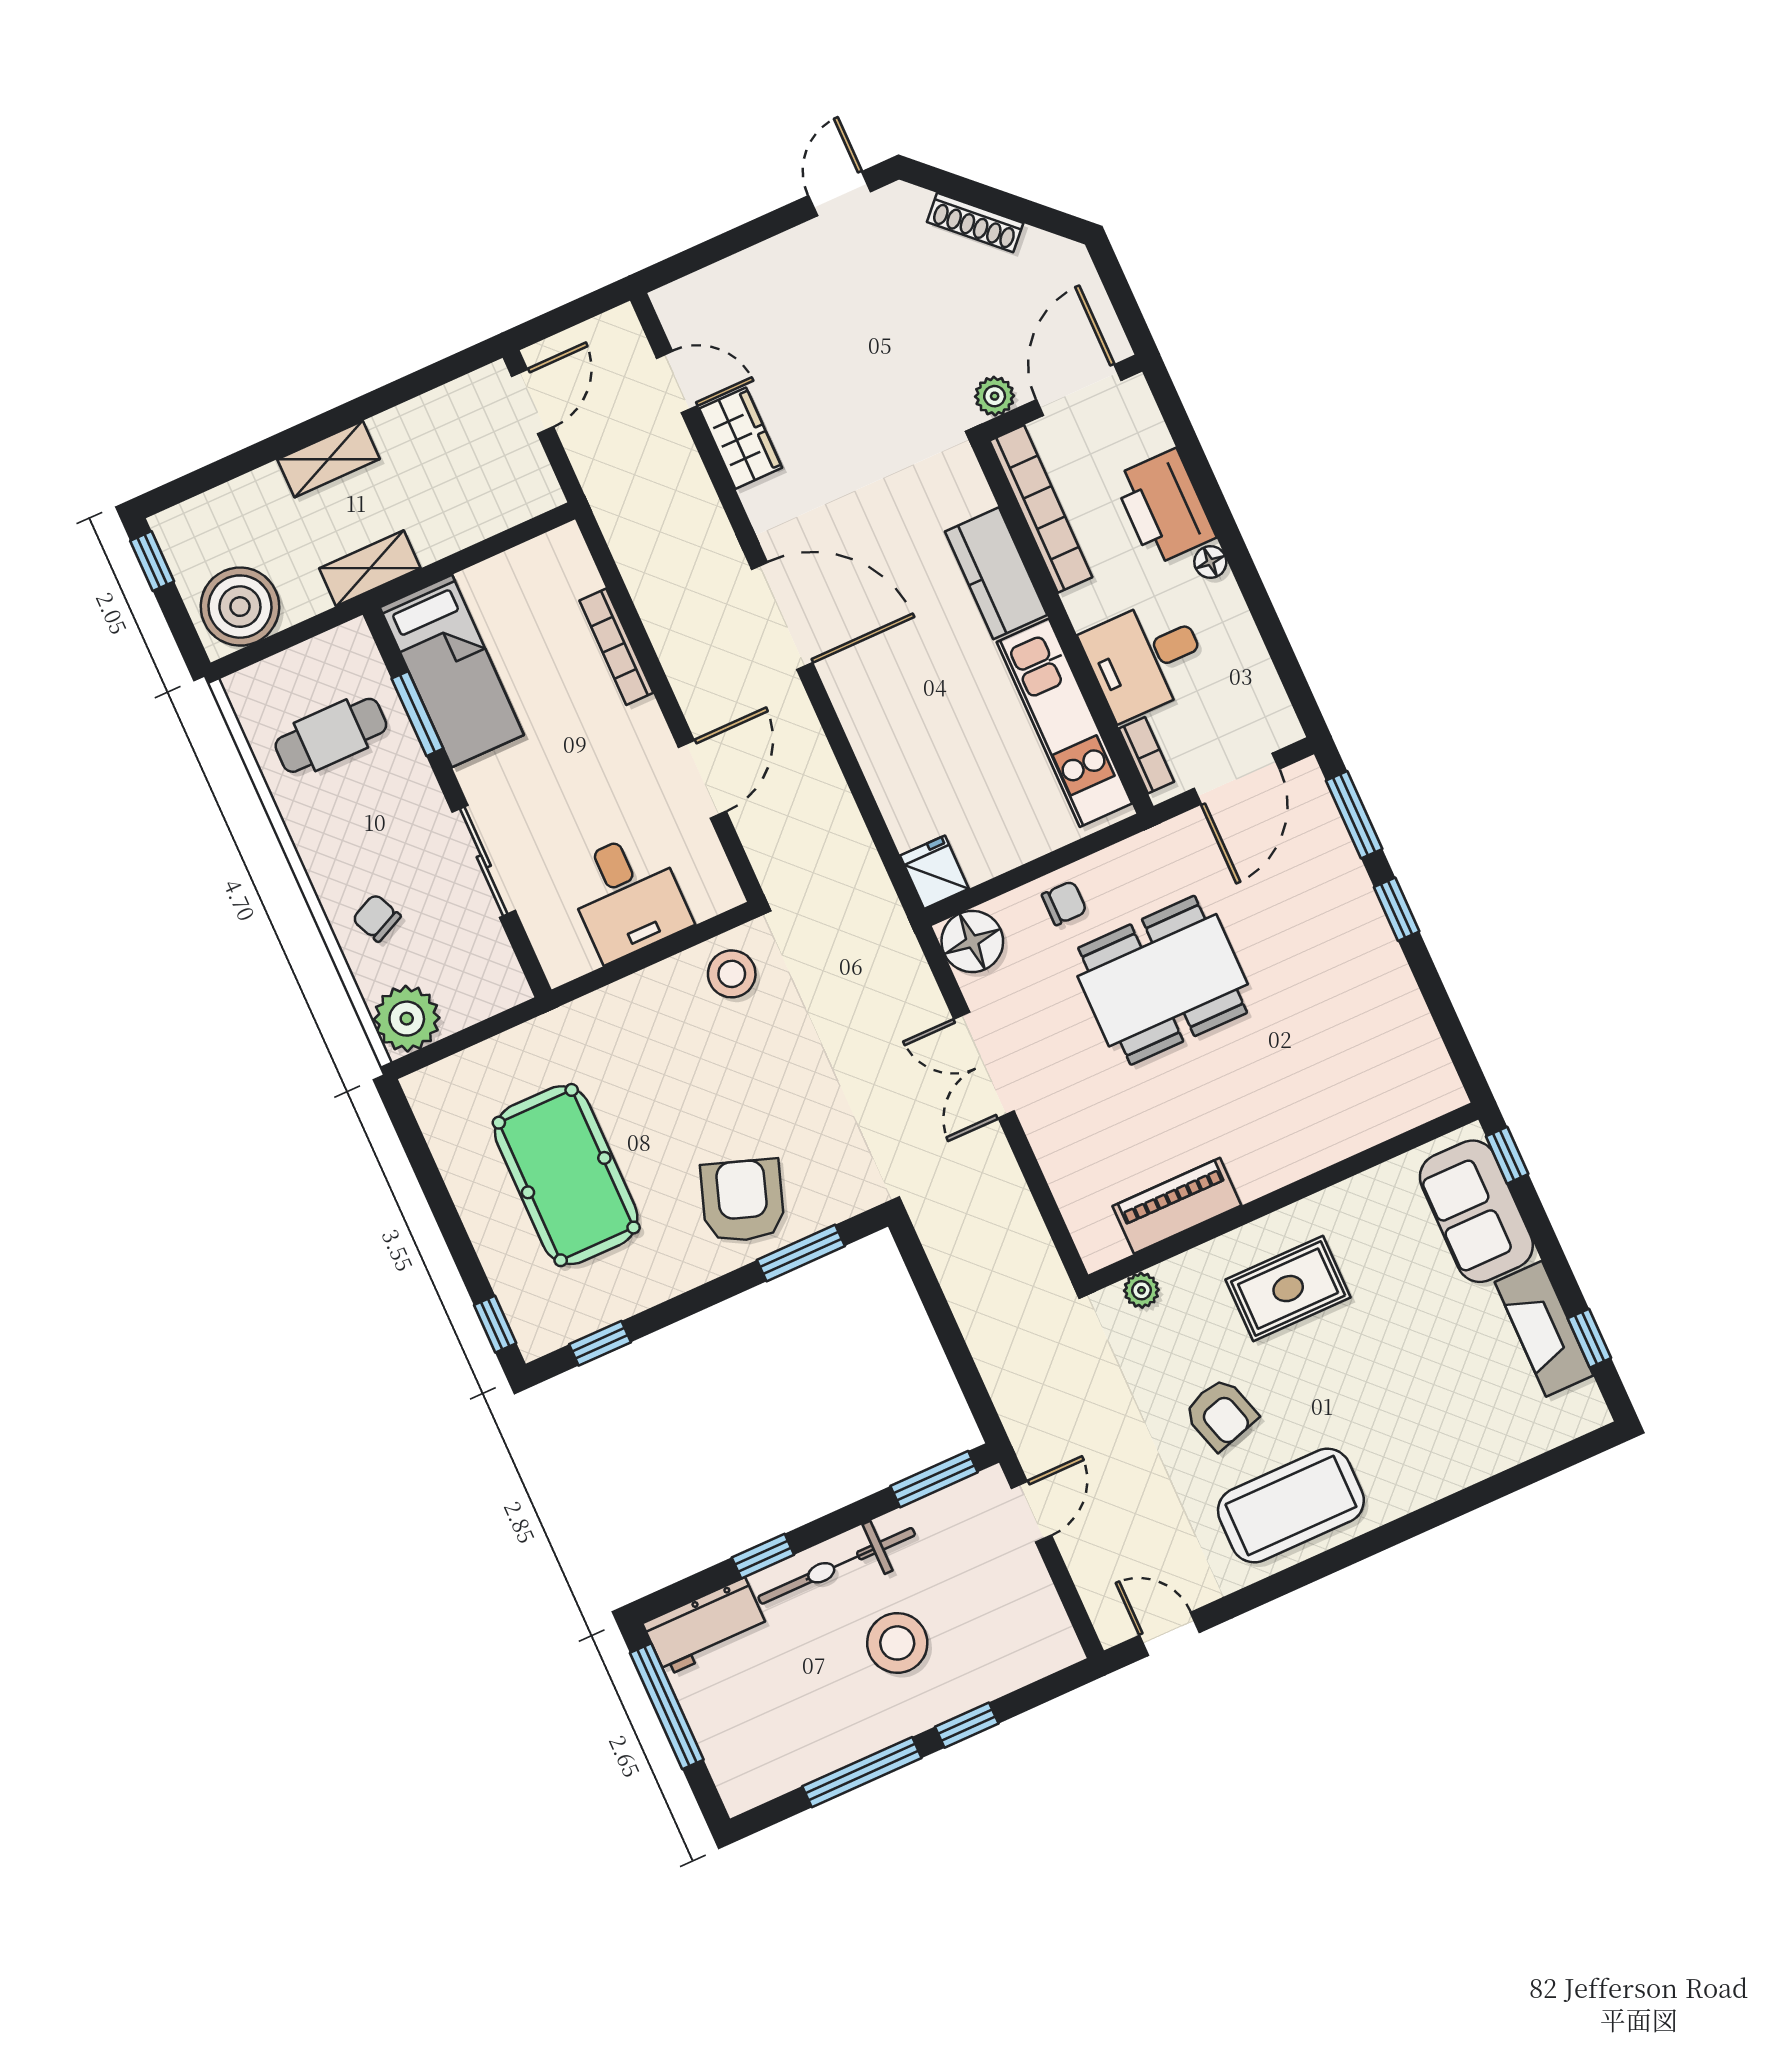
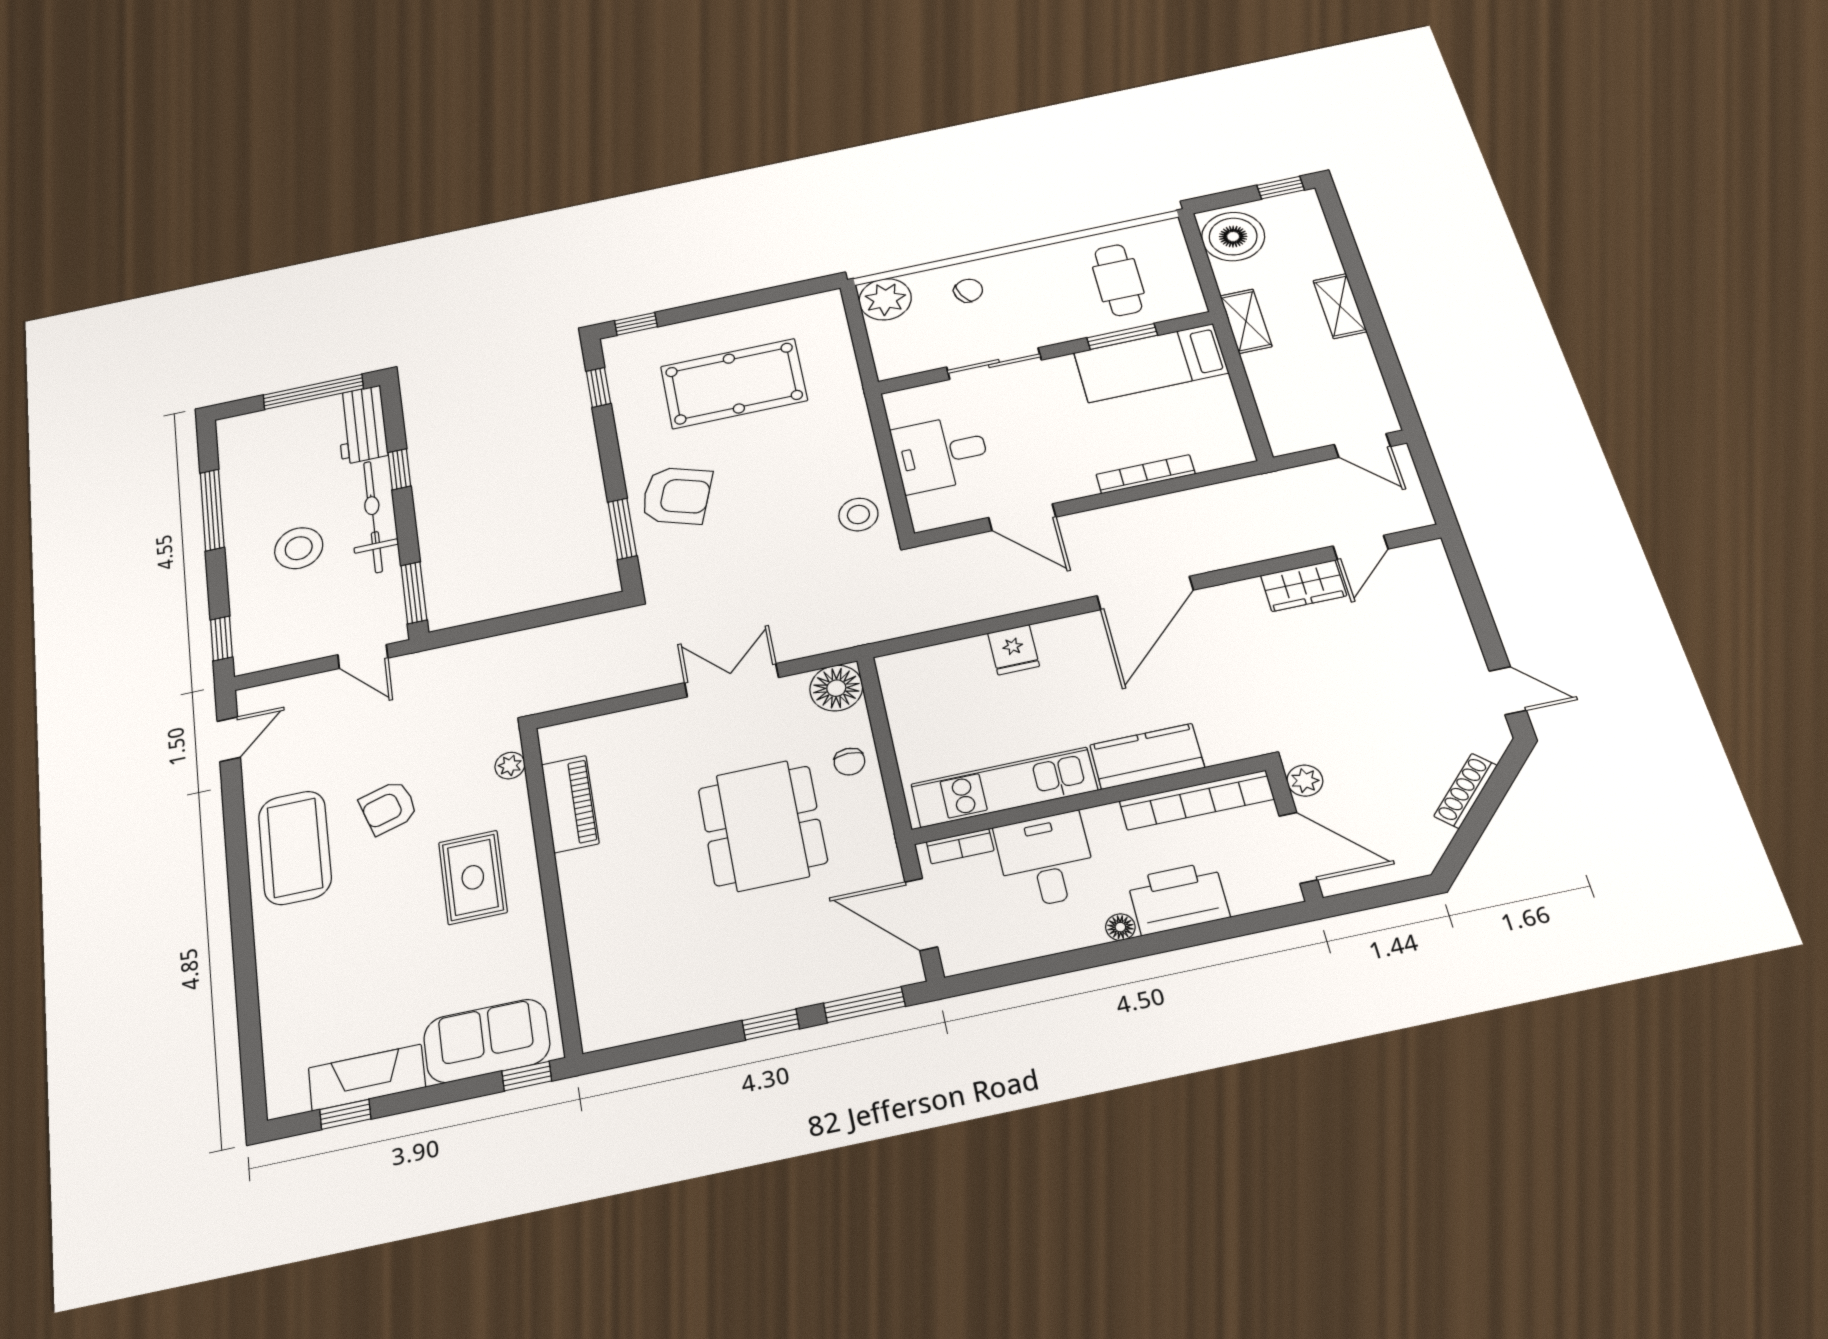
fridge: (934, 872) -> (1014, 650), moved, turned 90
window: (967, 1725) -> (221, 638), moved

